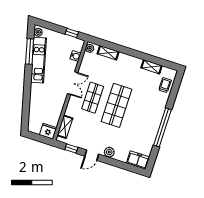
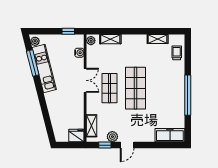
plant: (109, 152) -> (112, 137), moved
freezer: (138, 160) -> (170, 135), width x1.40

